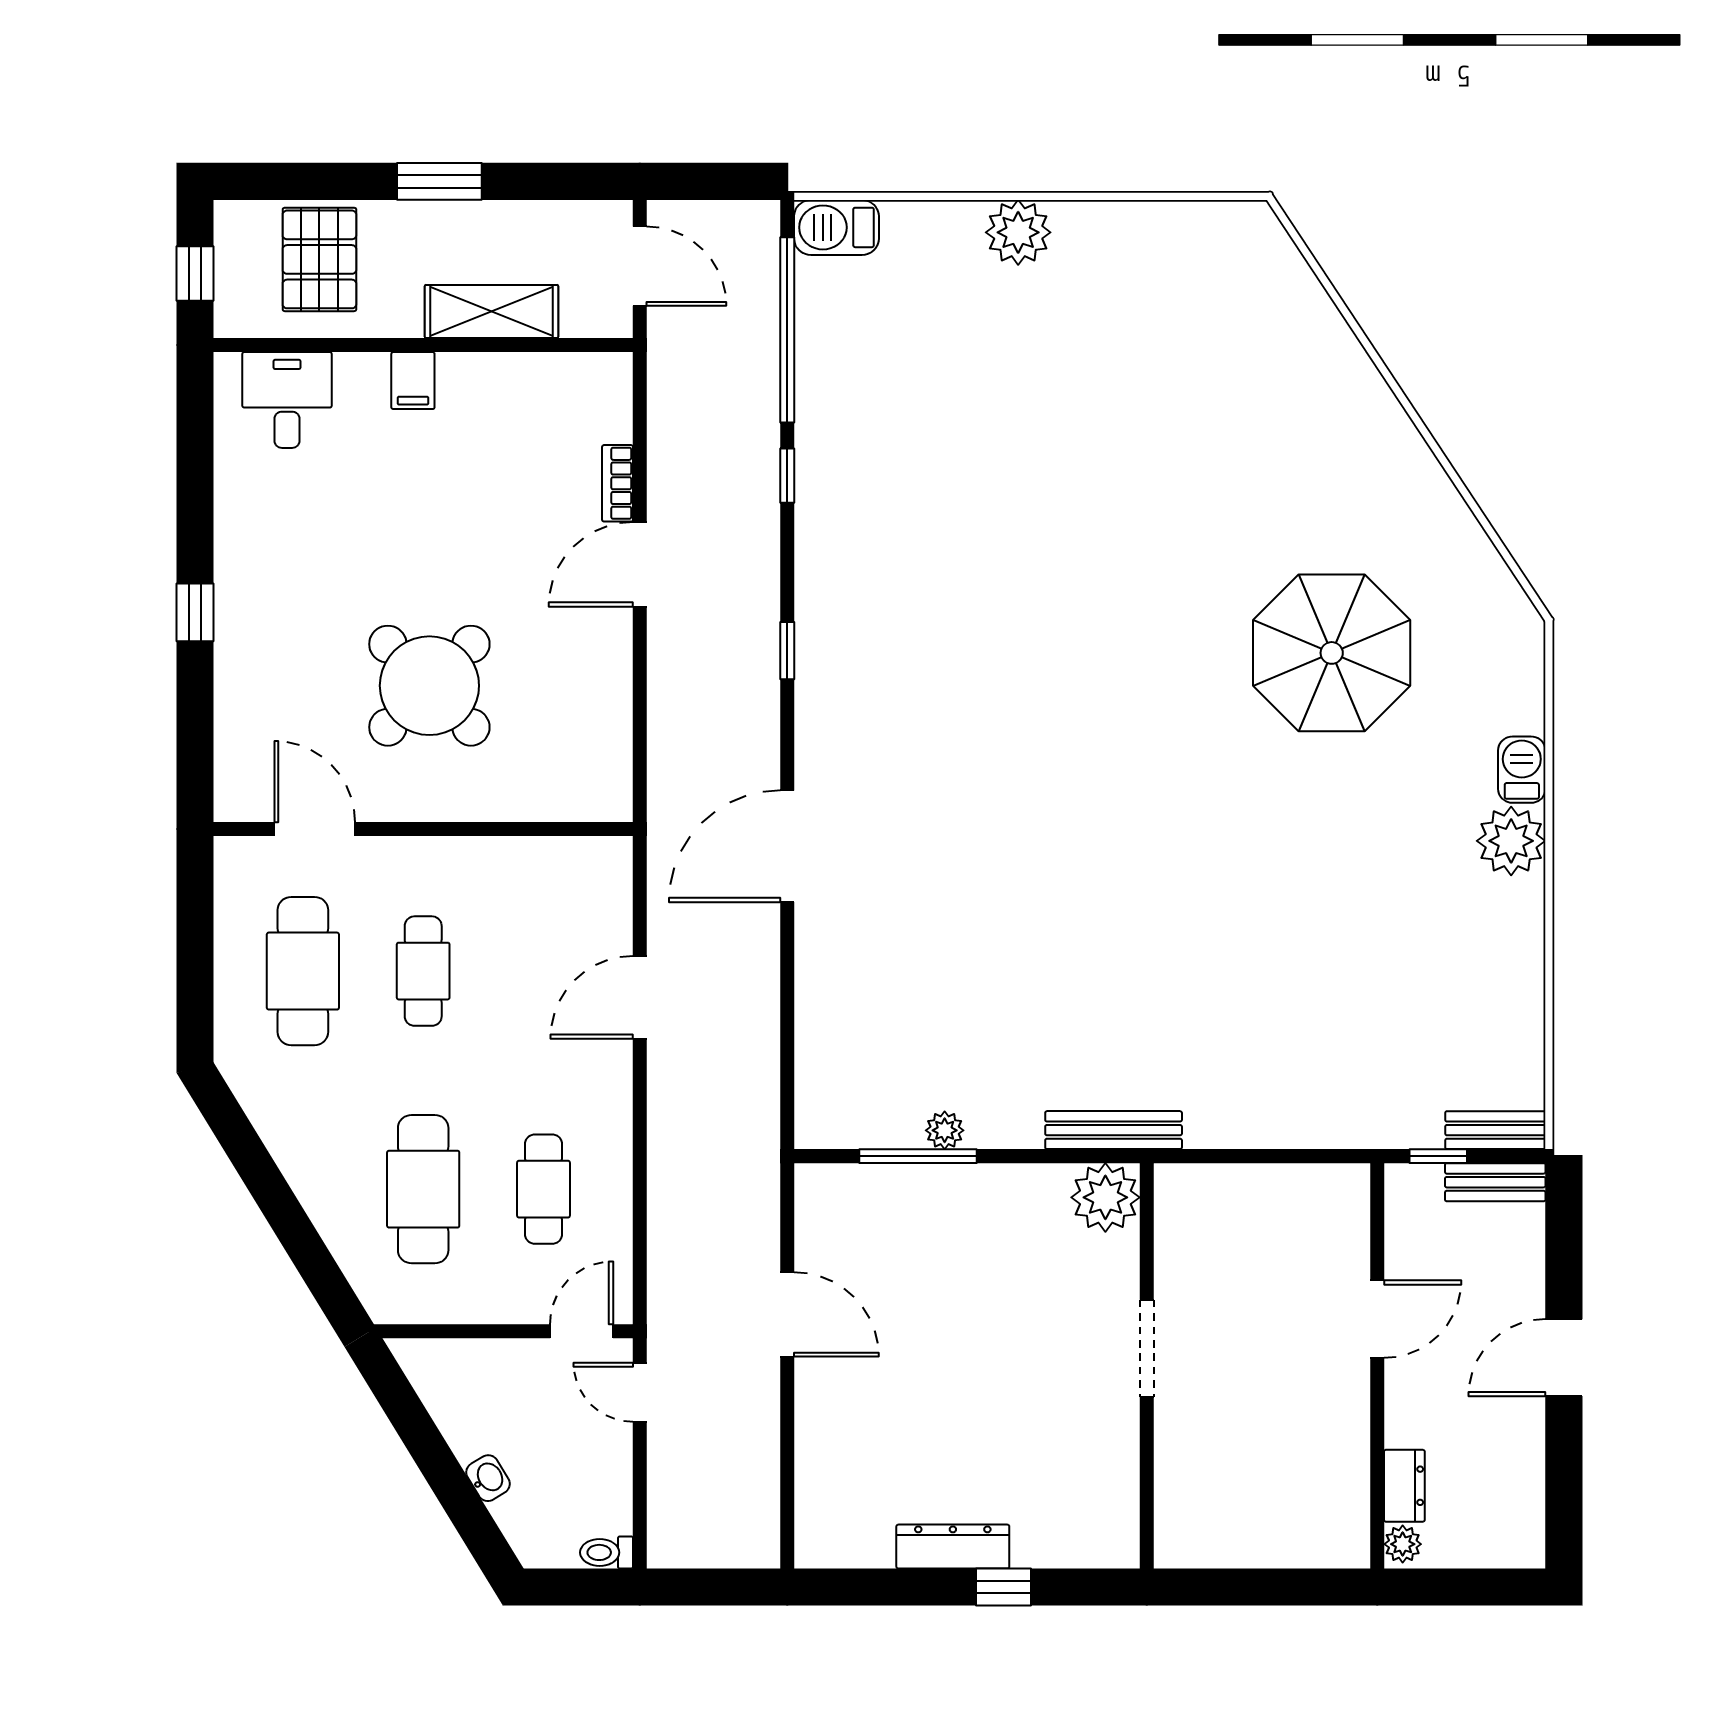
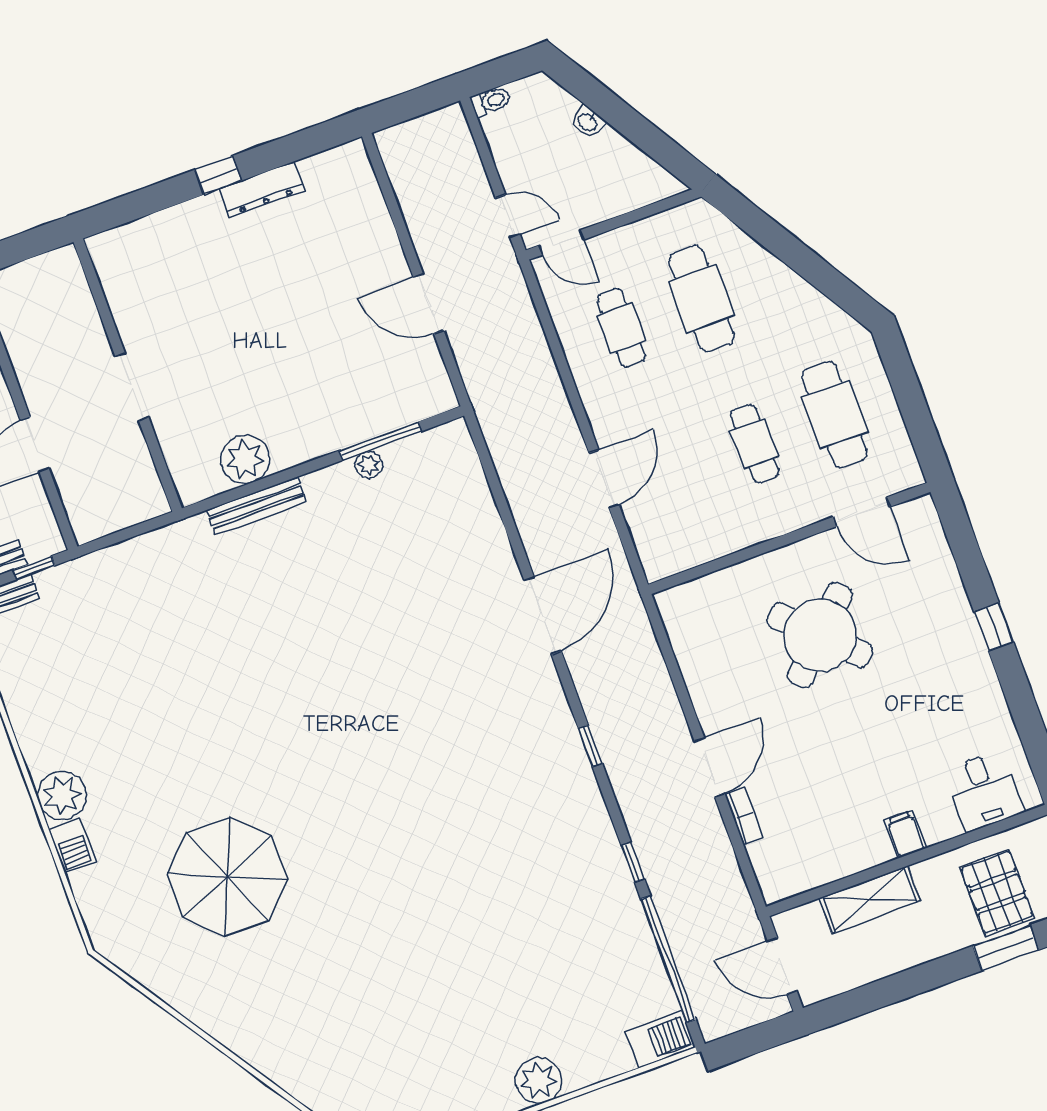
window: (439, 181) -> (1006, 948), moved
door: (582, 1331) -> (561, 243), hinge flipped
doorway: (1147, 1348) -> (132, 387), moved
wall: (1147, 1366) -> (128, 375), moved

